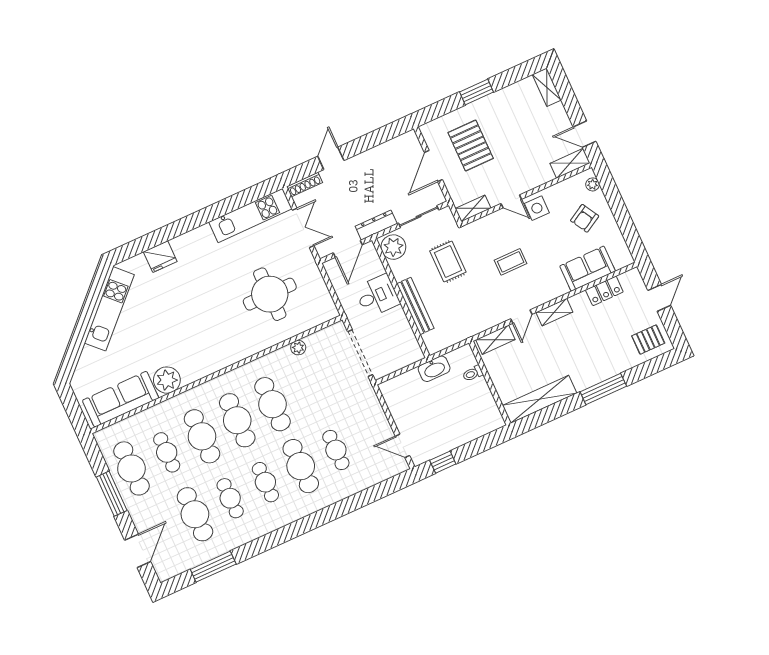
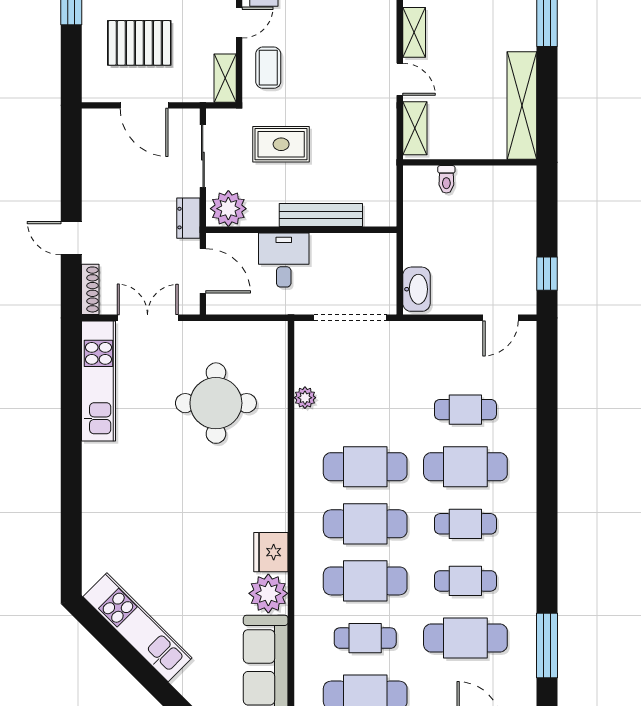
dresser: (376, 225) -> (188, 218), width x0.70
fridge: (160, 257) -> (271, 552), moved, turned 180
coffee table: (511, 262) -> (268, 68), moved
washbasin: (434, 369) -> (416, 289), moved

